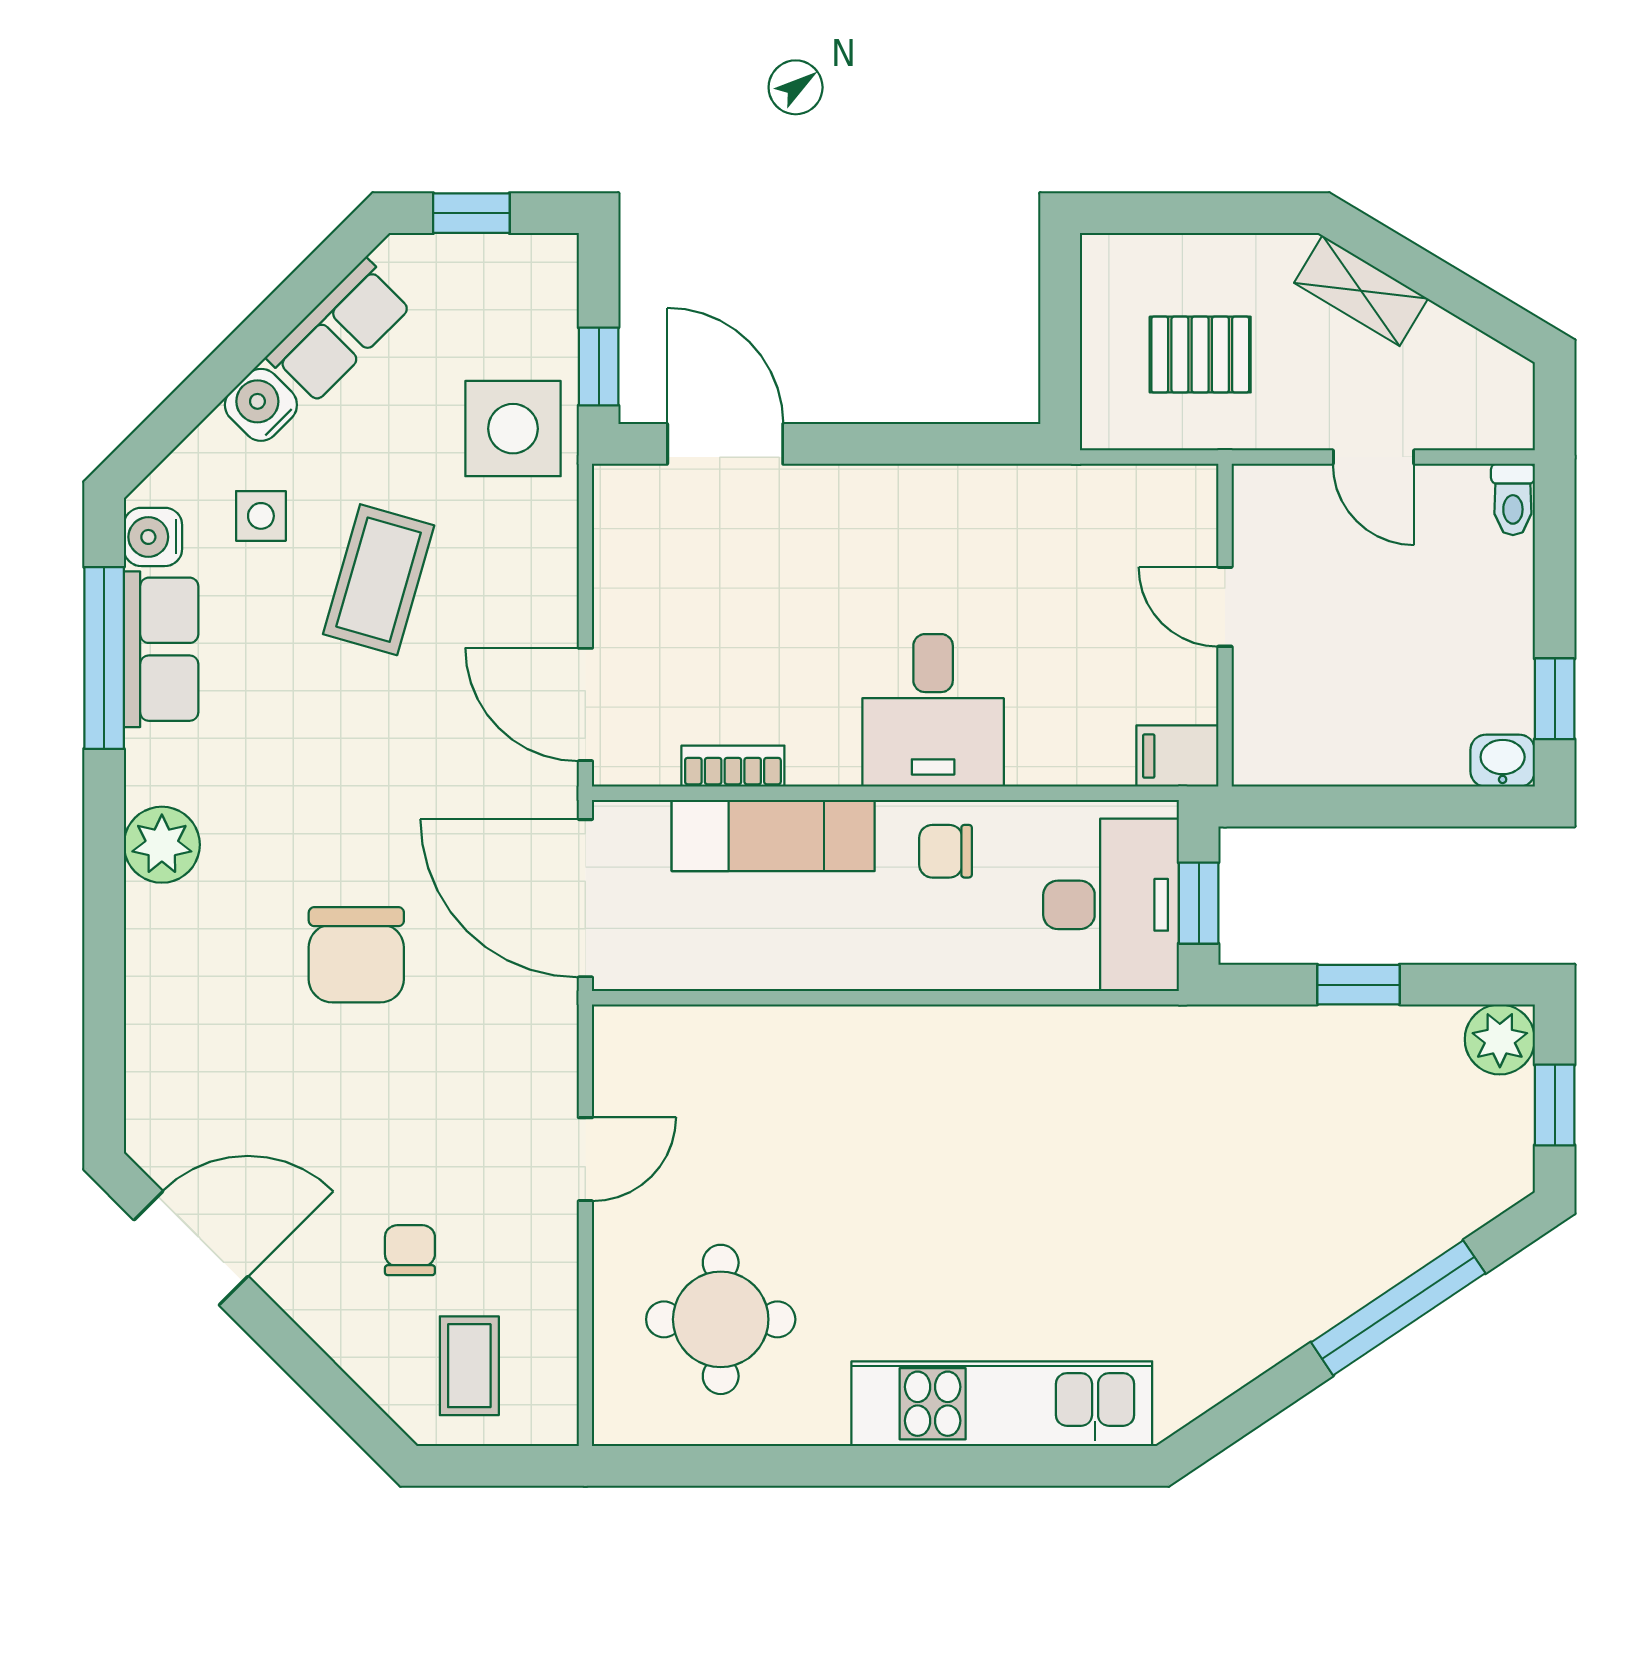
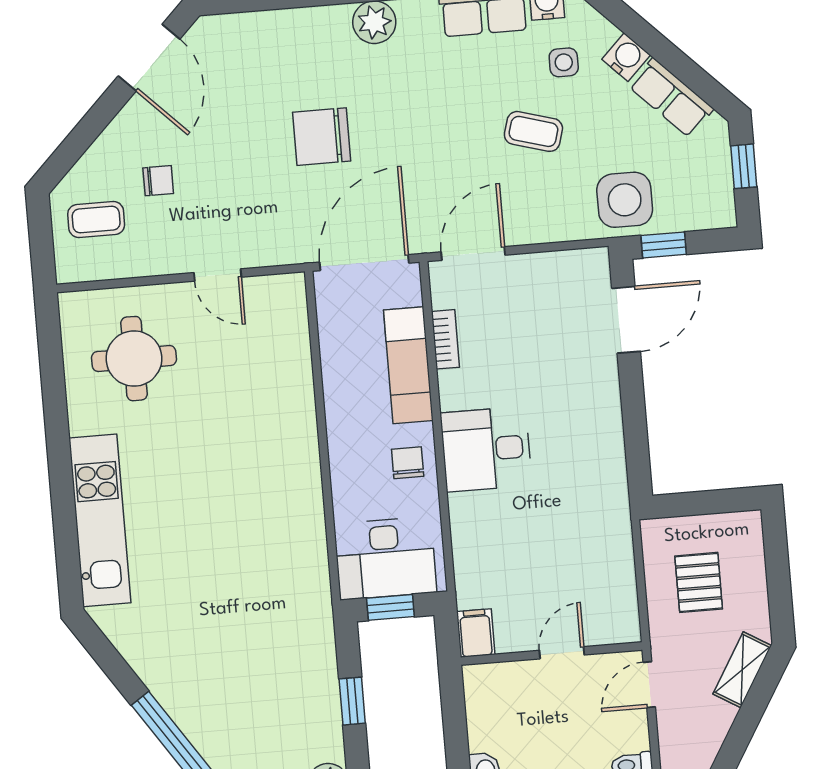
coffee table: (379, 580) -> (533, 131), width x0.73, depth x0.77
door: (1225, 607) -> (562, 653), moved
wall: (1225, 625) -> (552, 654), moved
filing cabinet: (1177, 756) -> (476, 633), moved

